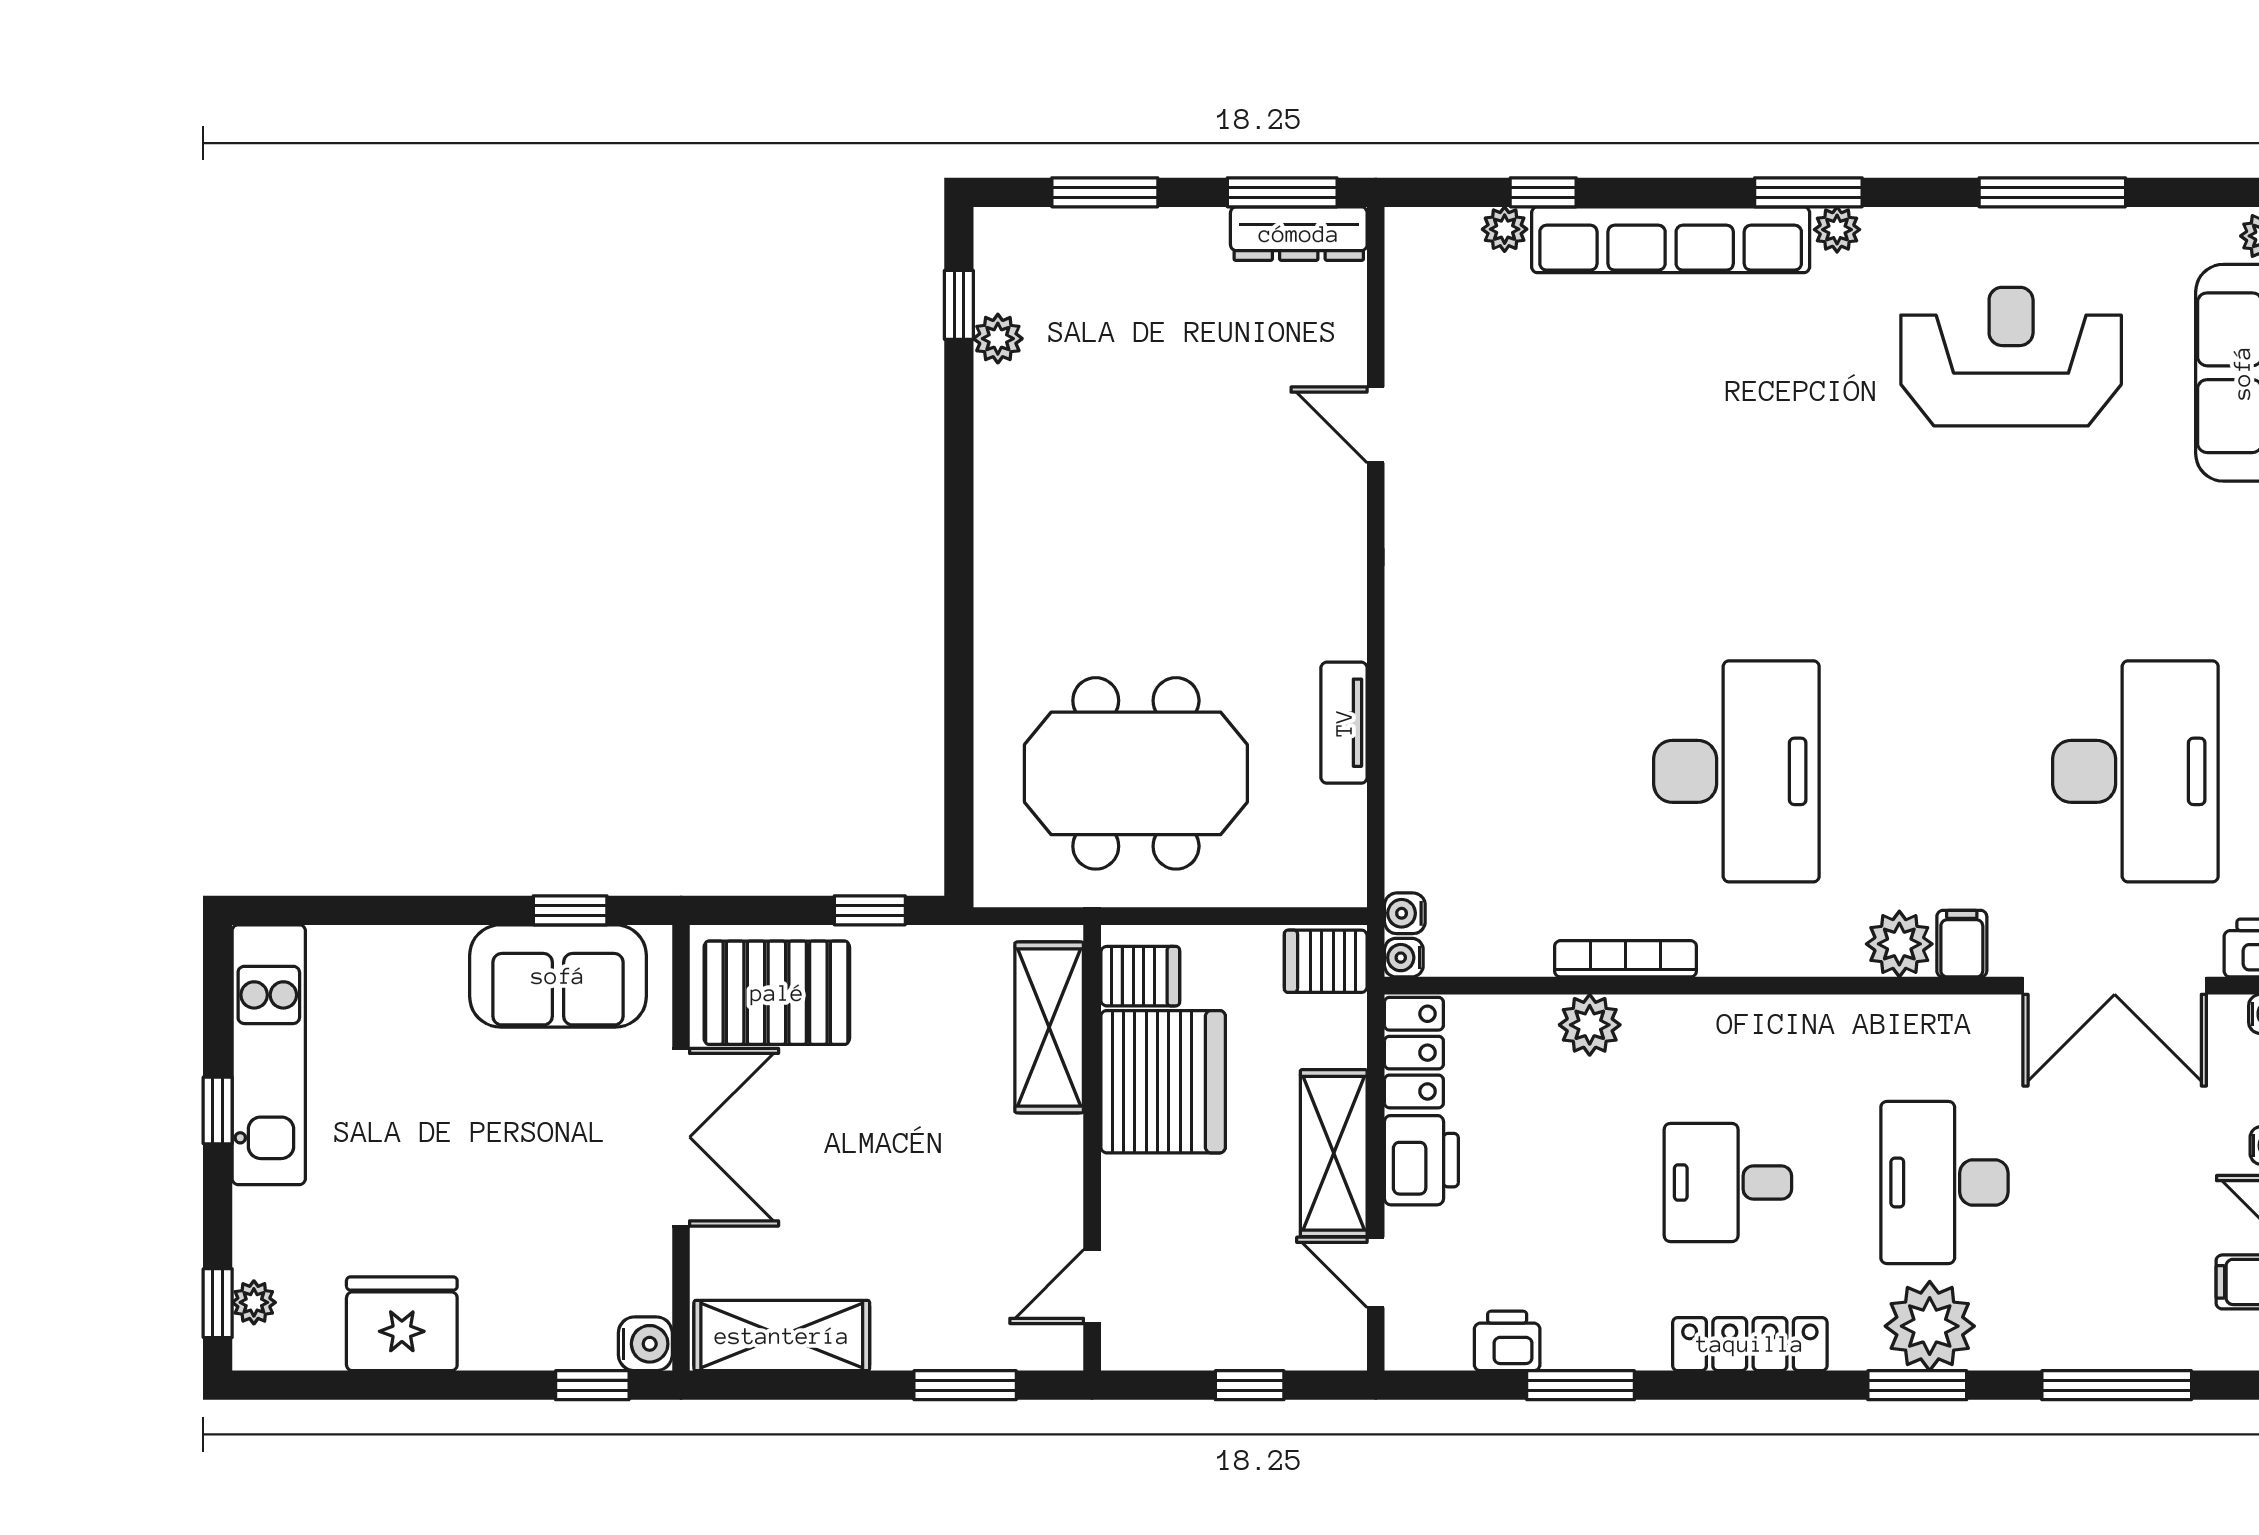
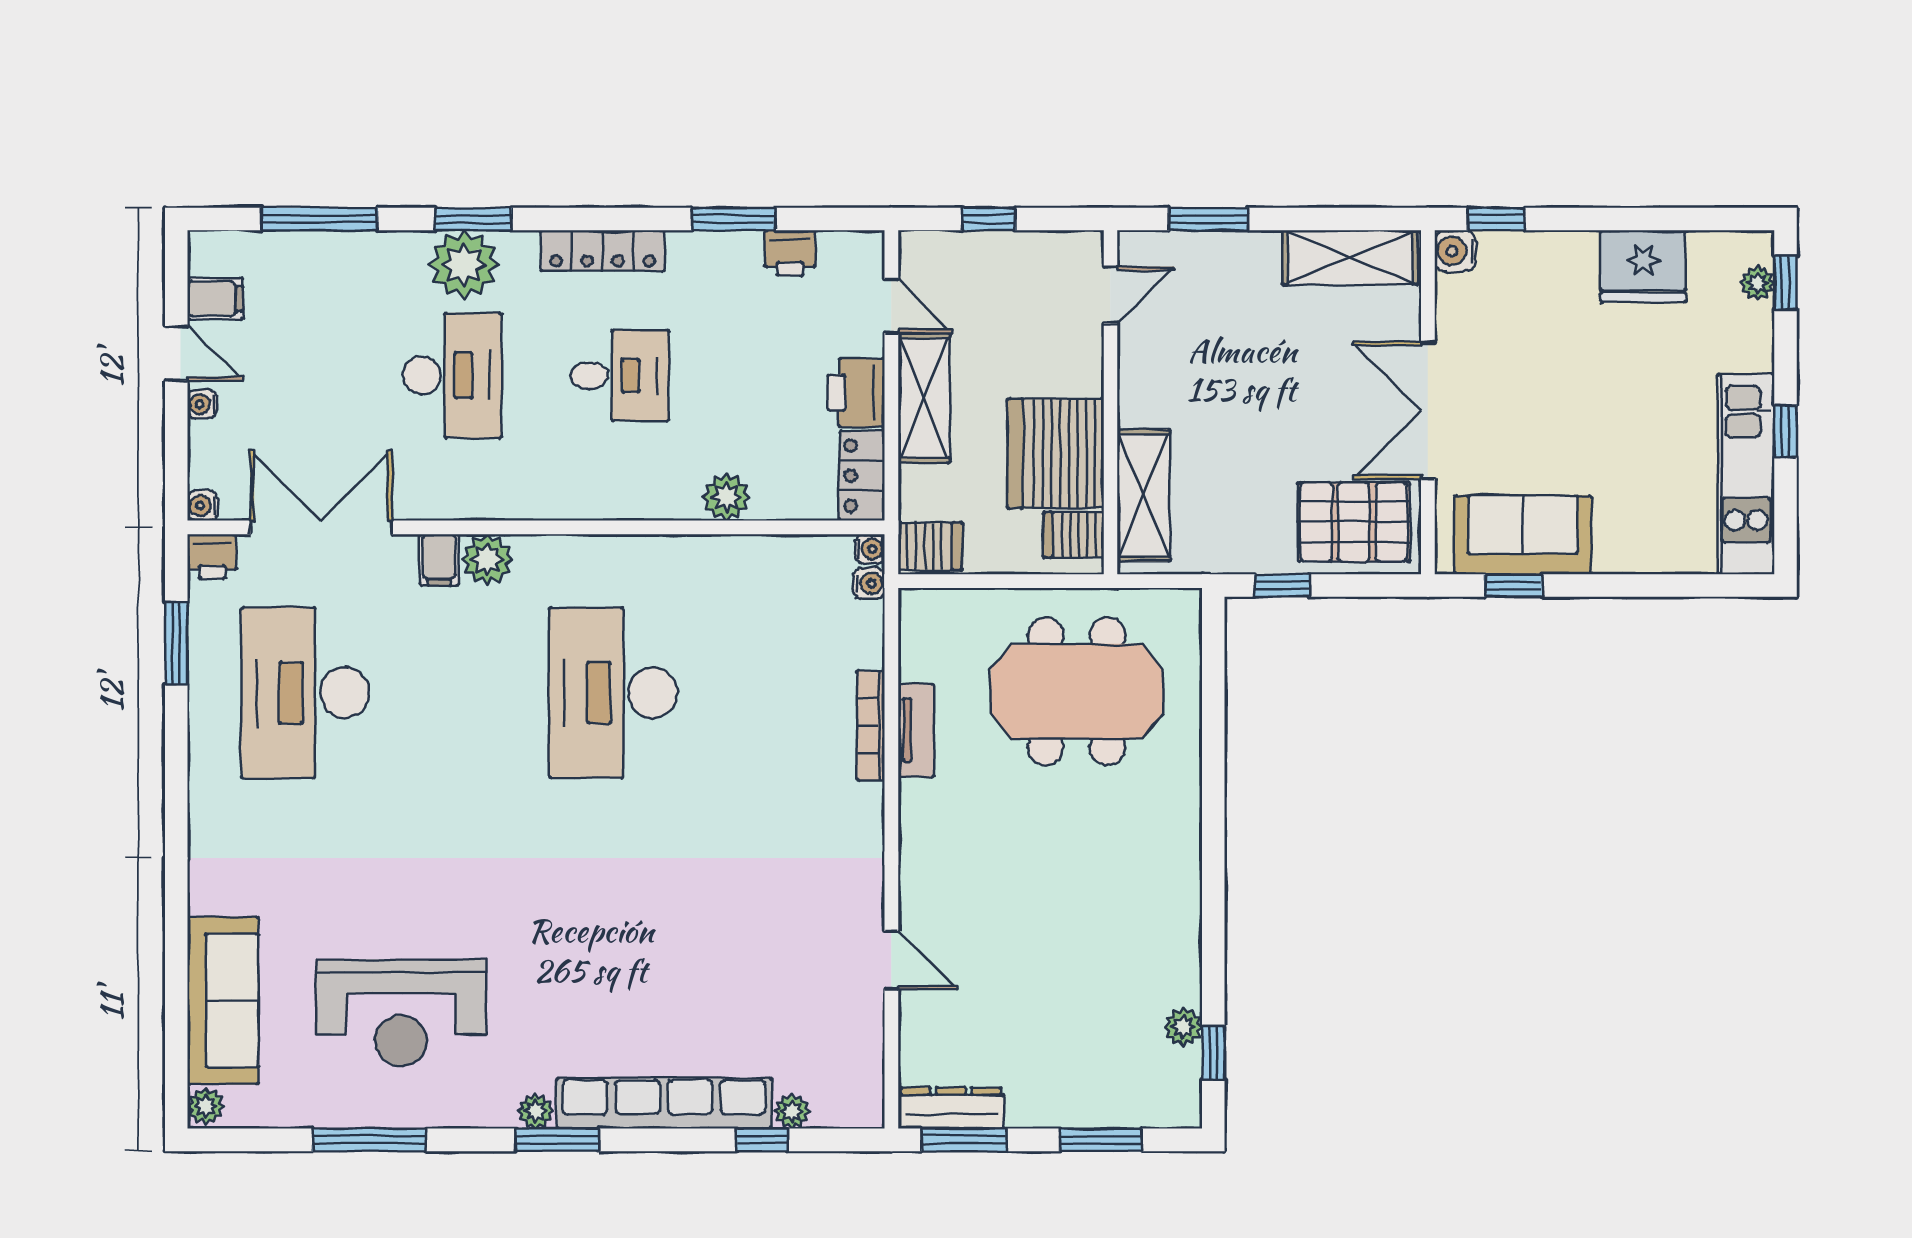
bookcase: (1625, 959) -> (871, 726), moved, turned 90

